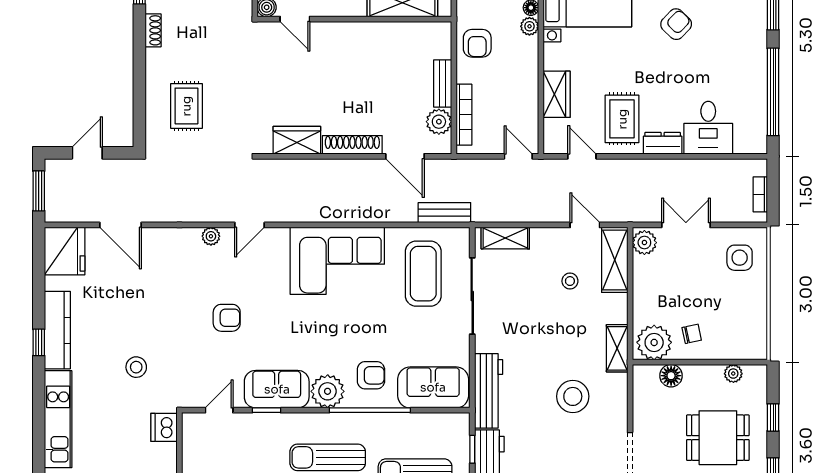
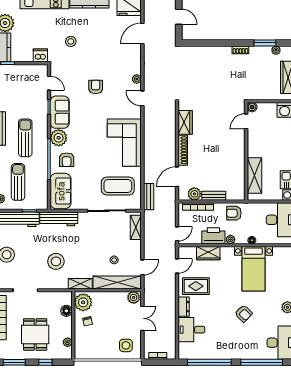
plant: (529, 26) -> (230, 240), moved
printer: (522, 84) -> (213, 236), added
rug: (186, 106) -> (202, 67), removed
shelving: (615, 260) -> (117, 283), width x1.47
armchair: (227, 318) -> (96, 87), turned 180

